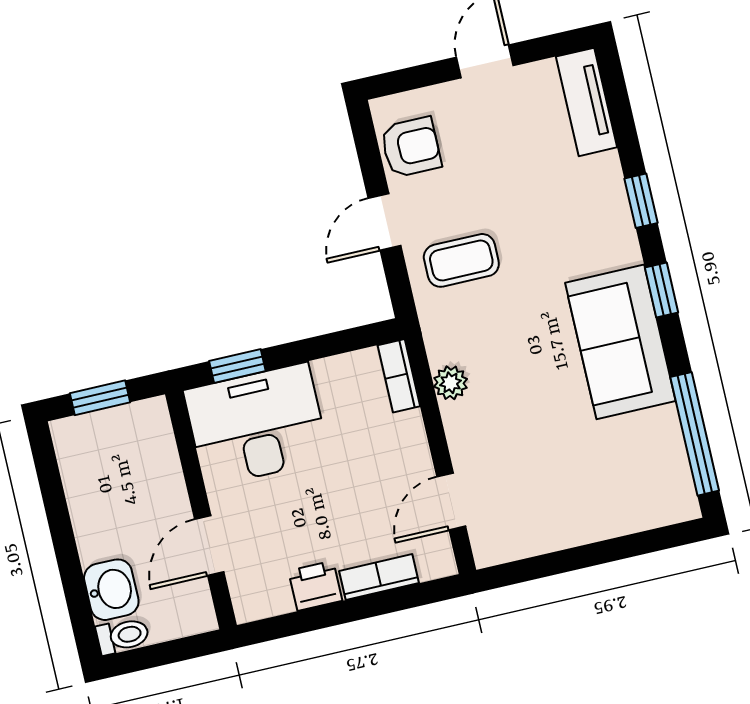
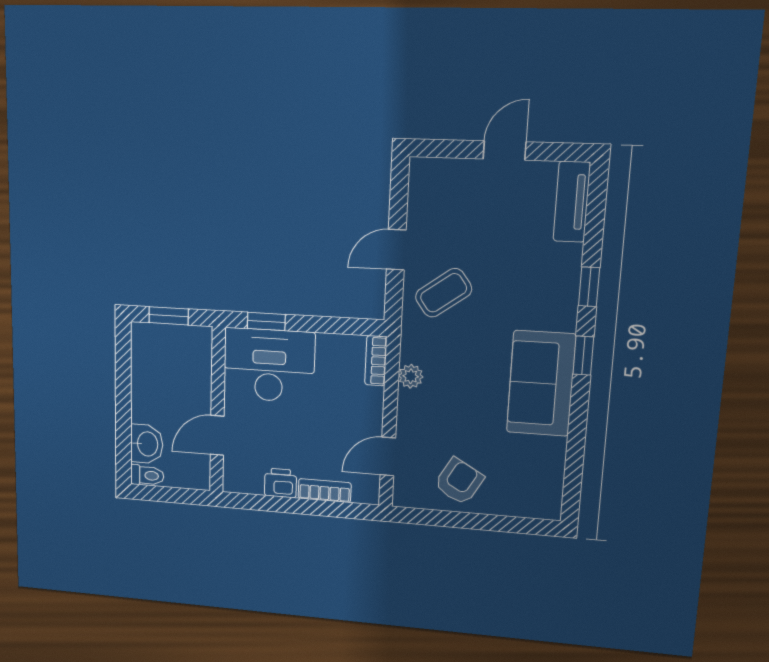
armchair: (411, 147) -> (459, 481), moved, turned -60
coffee table: (461, 260) -> (444, 293), turned -36
window: (695, 434) -> (574, 463), removed

